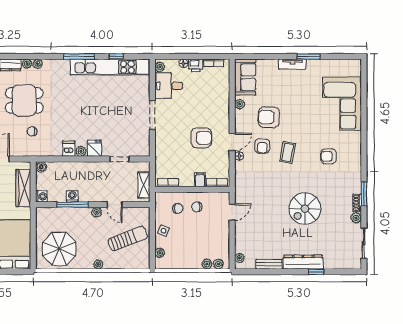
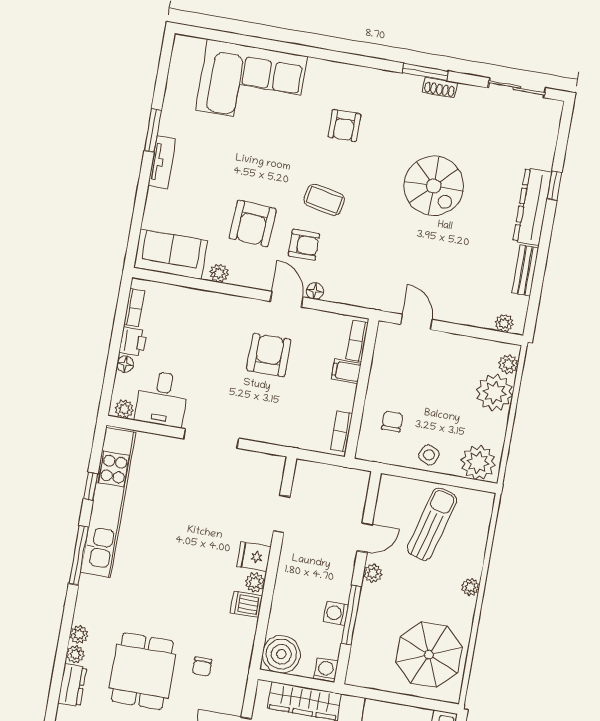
boiler: (41, 167) -> (281, 654), width x1.86, depth x1.86
shelving: (144, 185) -> (338, 477), removed
chair: (197, 207) -> (395, 386), removed
plant: (356, 218) -> (467, 94), removed
sun lounger: (128, 239) -> (432, 524), turned 36
plant: (160, 253) -> (478, 462), width x1.88, depth x1.88
plant: (207, 264) -> (495, 393), width x1.88, depth x1.88

